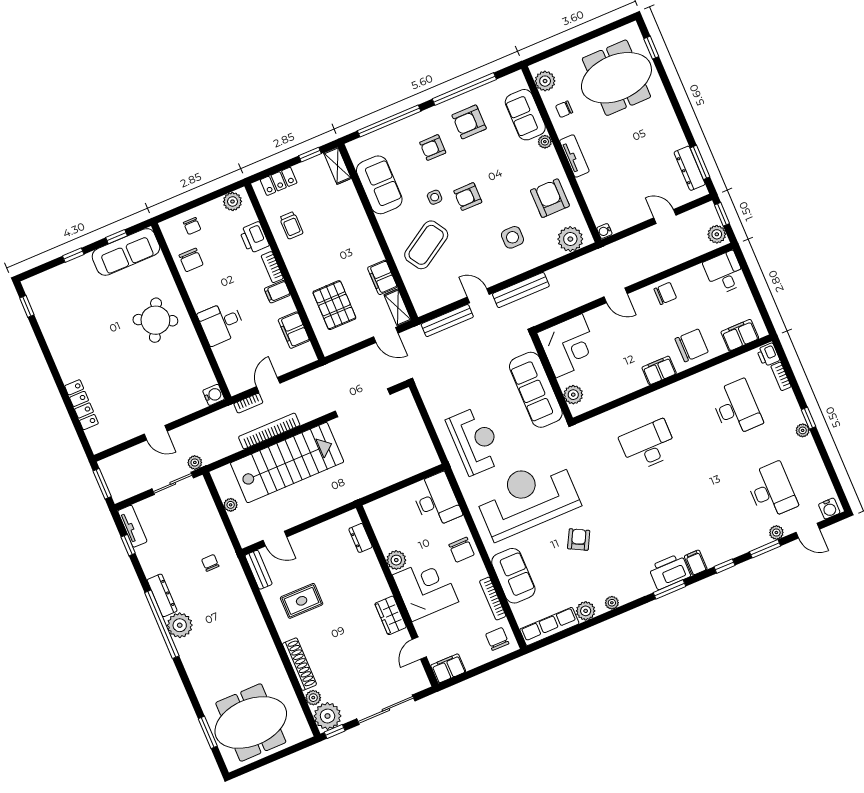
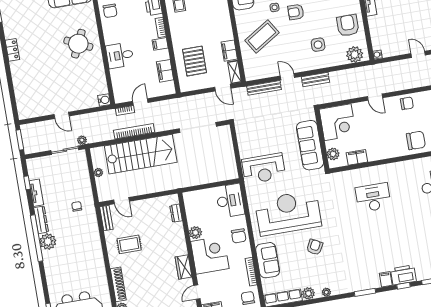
bench: (521, 290) -> (315, 79), width x0.73
filing cabinet: (659, 370) -> (357, 157), moved
locker: (82, 405) -> (12, 50), moved, width x0.66
reception desk: (475, 441) -> (264, 169), turned 90
tv unit: (132, 526) -> (36, 193), moved
printer: (670, 571) -> (403, 275), moved

